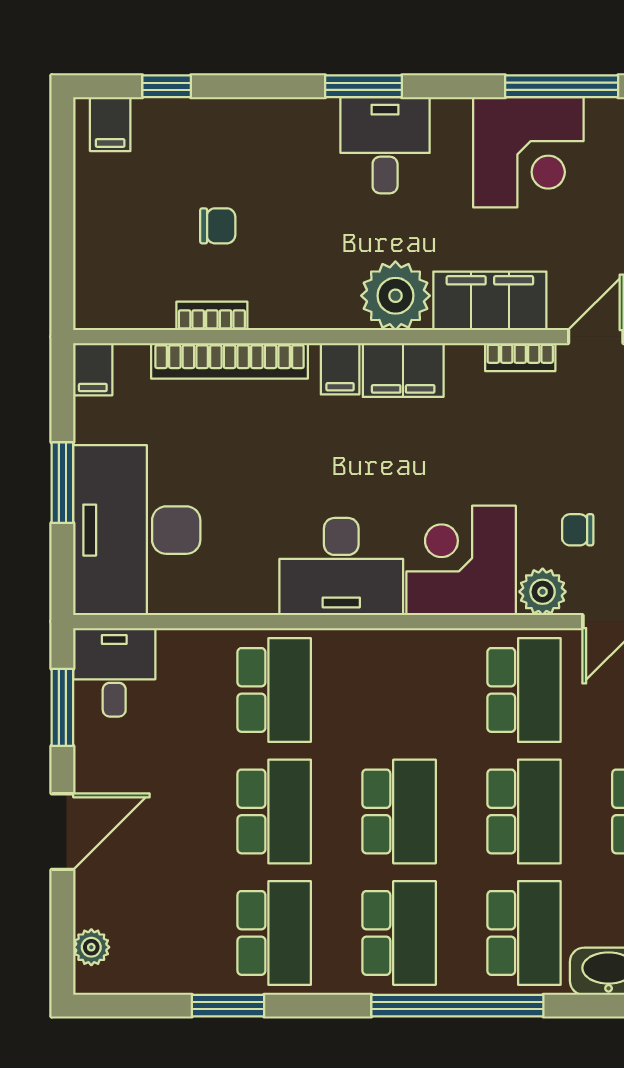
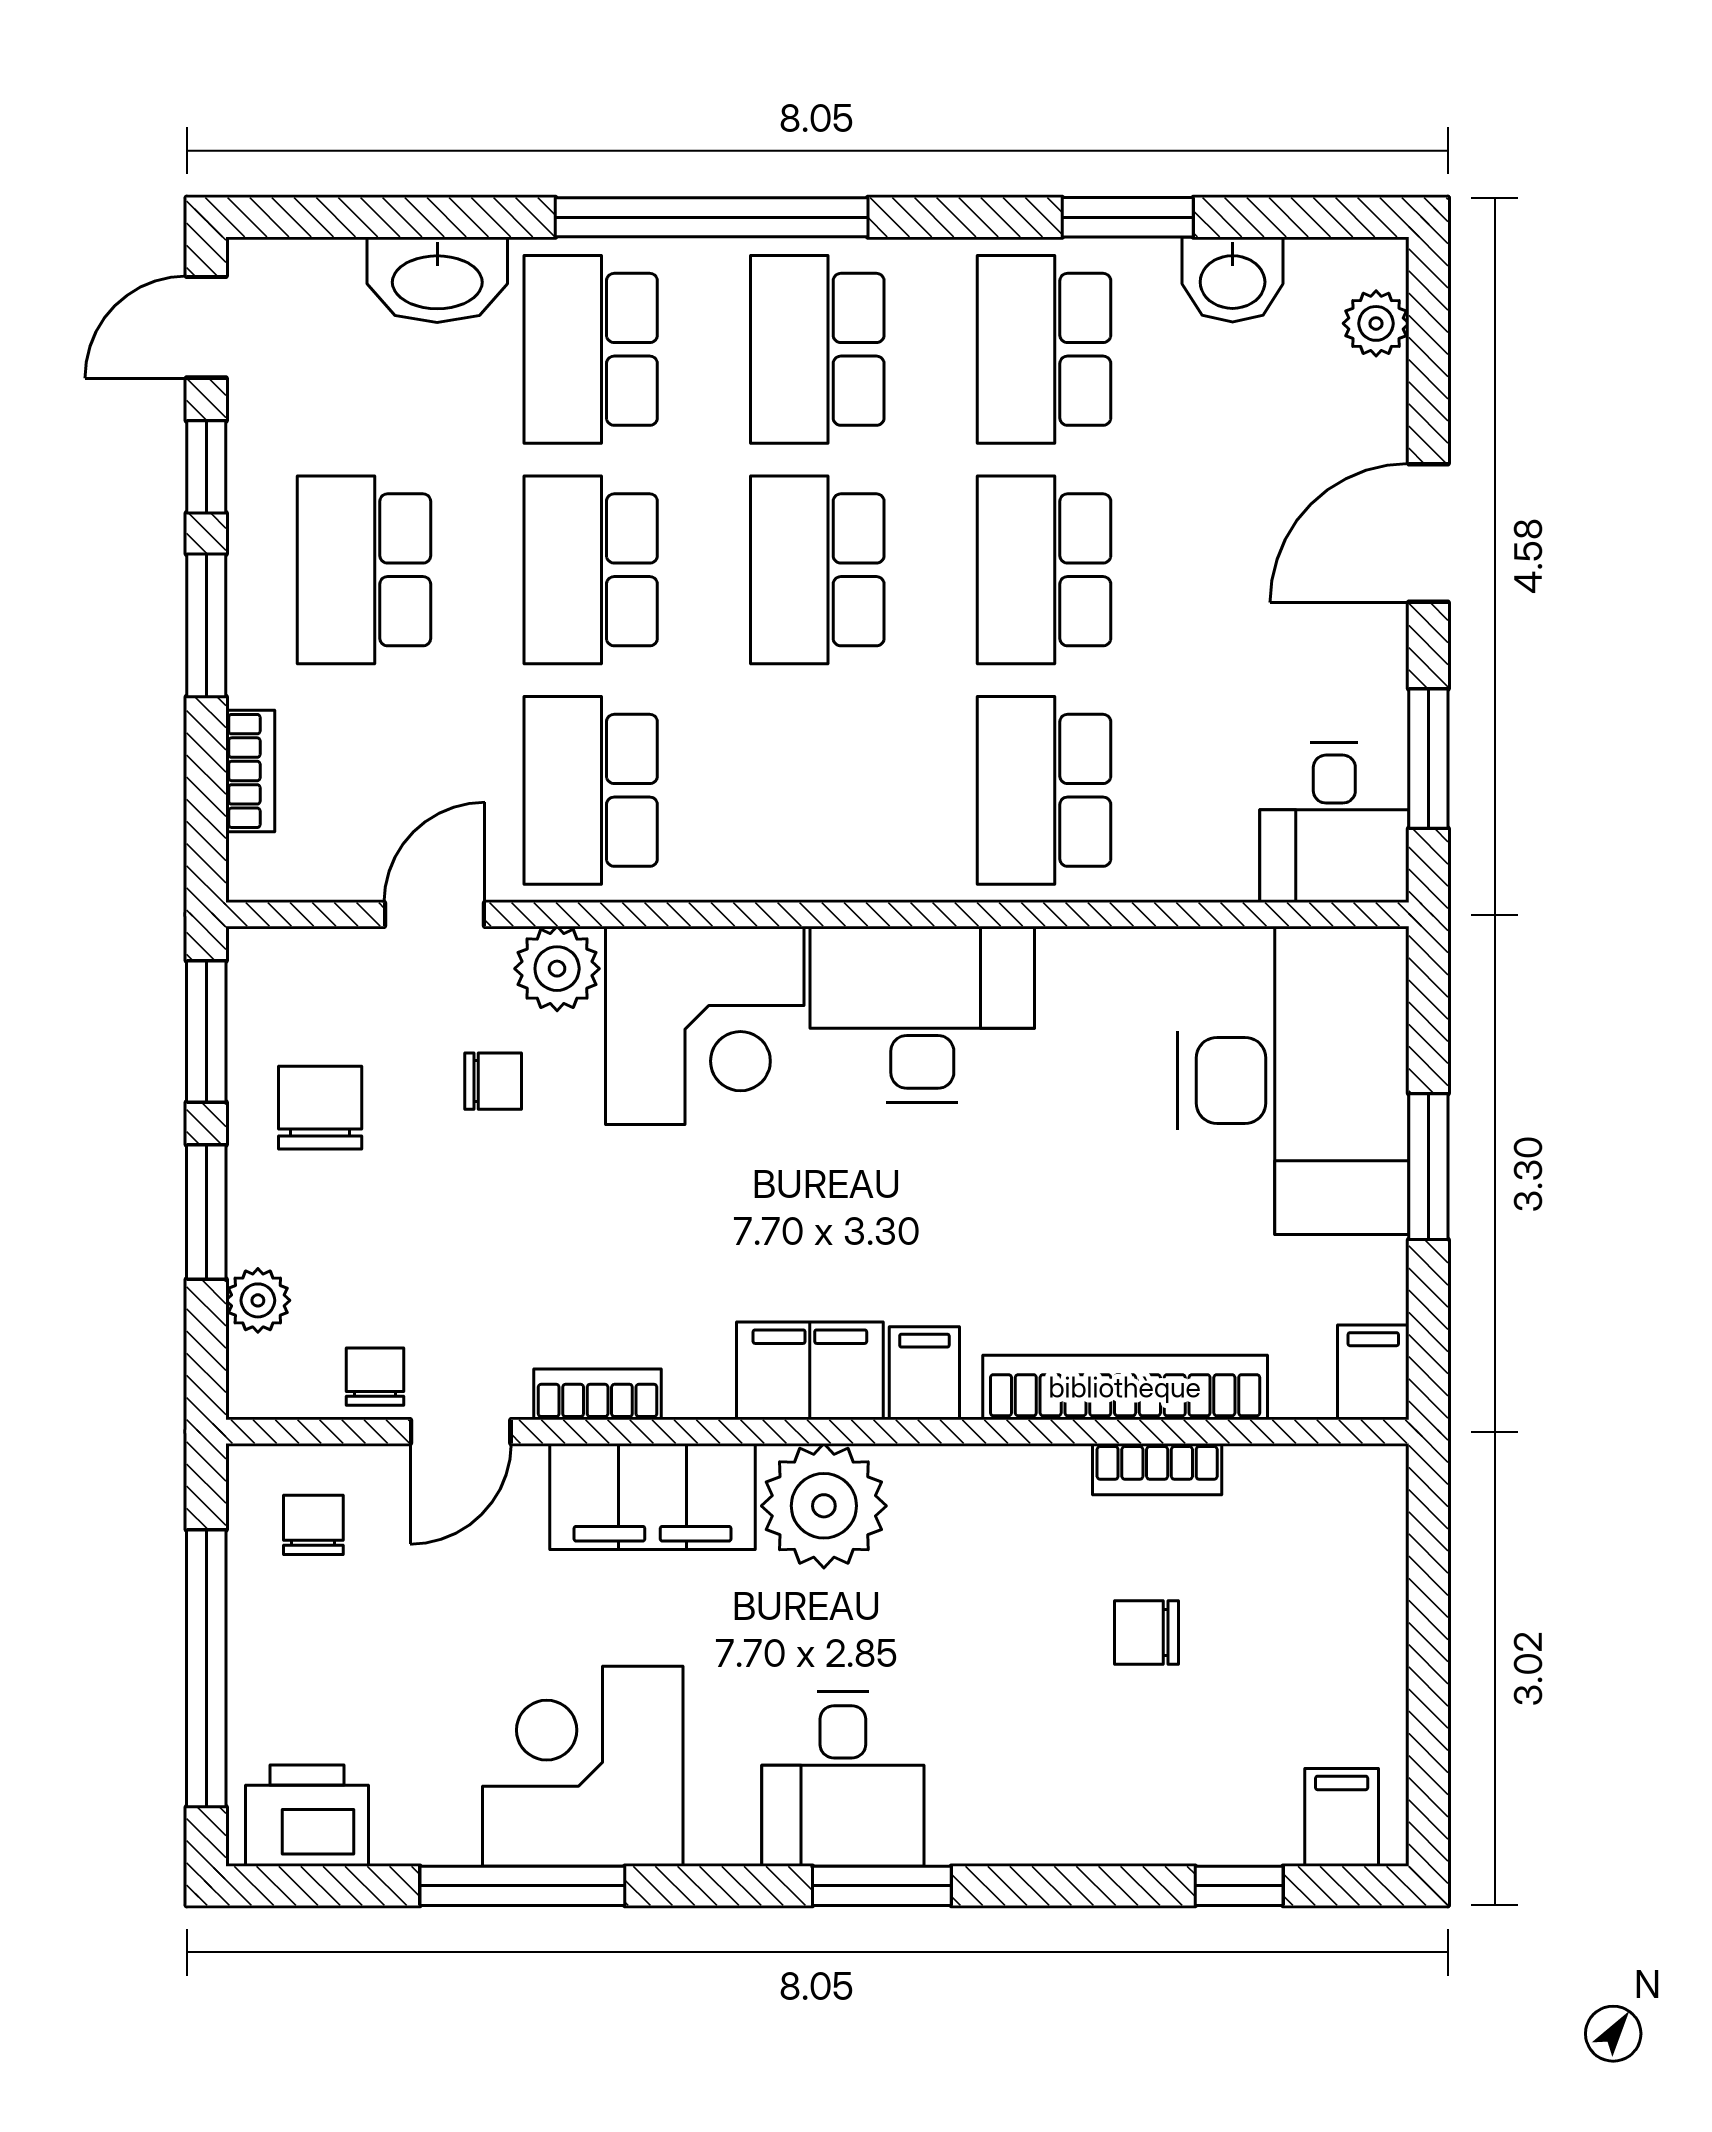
washbasin: (170, 971) -> (1233, 280), added

